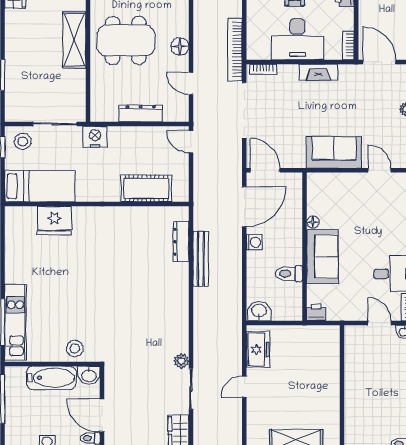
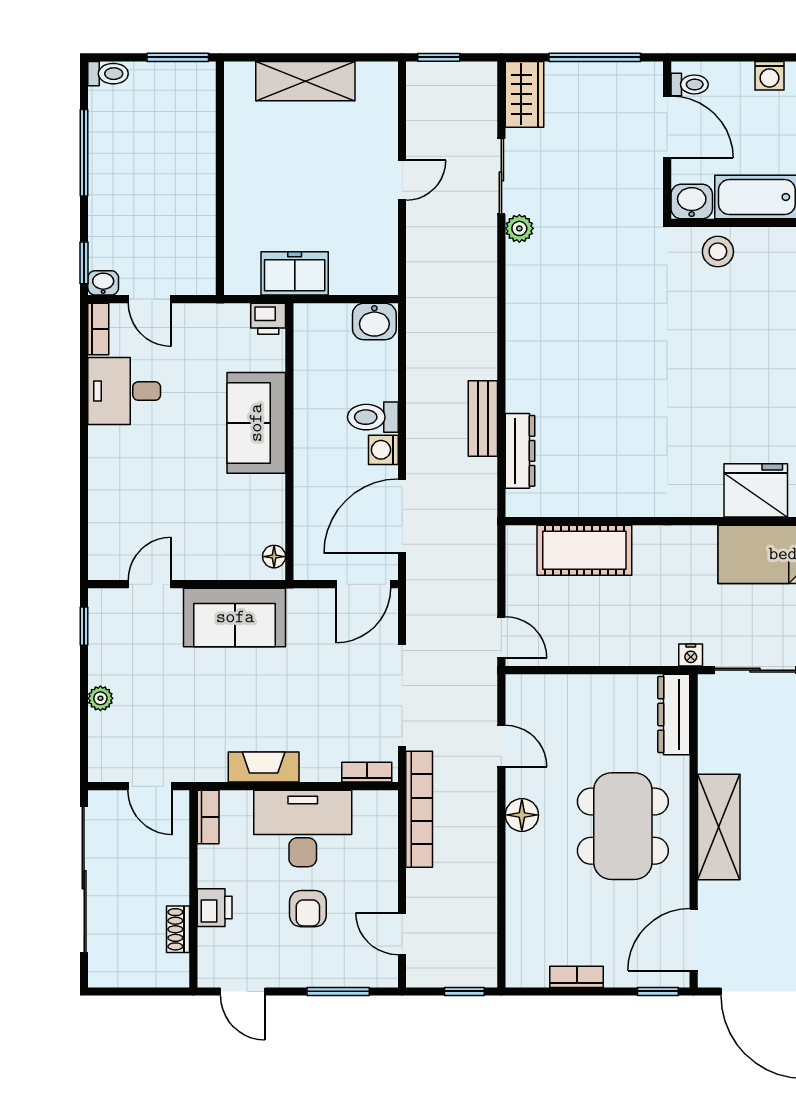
dining table: (126, 40) -> (623, 826), turned 90
door: (379, 62) -> (150, 786), width x0.73
dresser: (141, 113) -> (674, 714), moved, turned 90
nightstand: (95, 137) -> (691, 655), width x0.53, depth x0.56
door: (265, 170) -> (363, 584), hinge flipped
door: (379, 170) -> (150, 584), swing flipped
floor lamp: (313, 222) -> (274, 557), moved
bench: (201, 259) -> (483, 419), width x0.73
toilet: (289, 274) -> (373, 417), moved, turned 180
freezer: (258, 349) -> (295, 273), moved, turned 90

